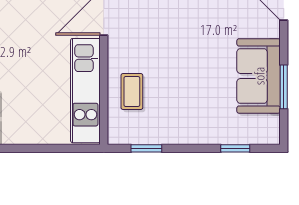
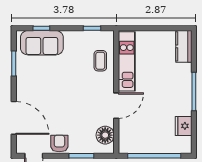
sofa: (259, 76) -> (42, 43), moved, turned 90

